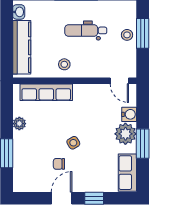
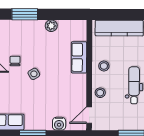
stool: (127, 35) -> (100, 93), moved
row of seats: (46, 92) -> (79, 57), width x0.68
plant: (125, 134) -> (42, 120), removed

